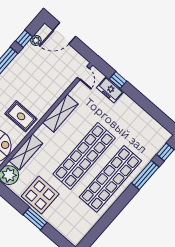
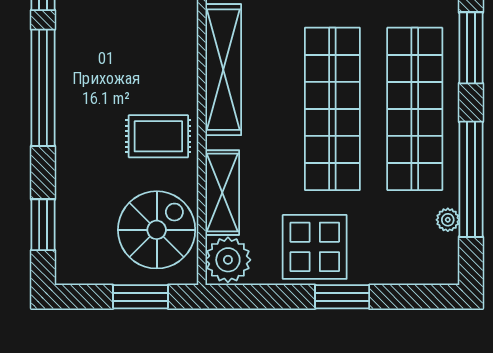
shelving: (60, 113) -> (223, 70), width x1.47
window: (109, 217) -> (471, 179), added
plant: (90, 223) -> (448, 220), added

